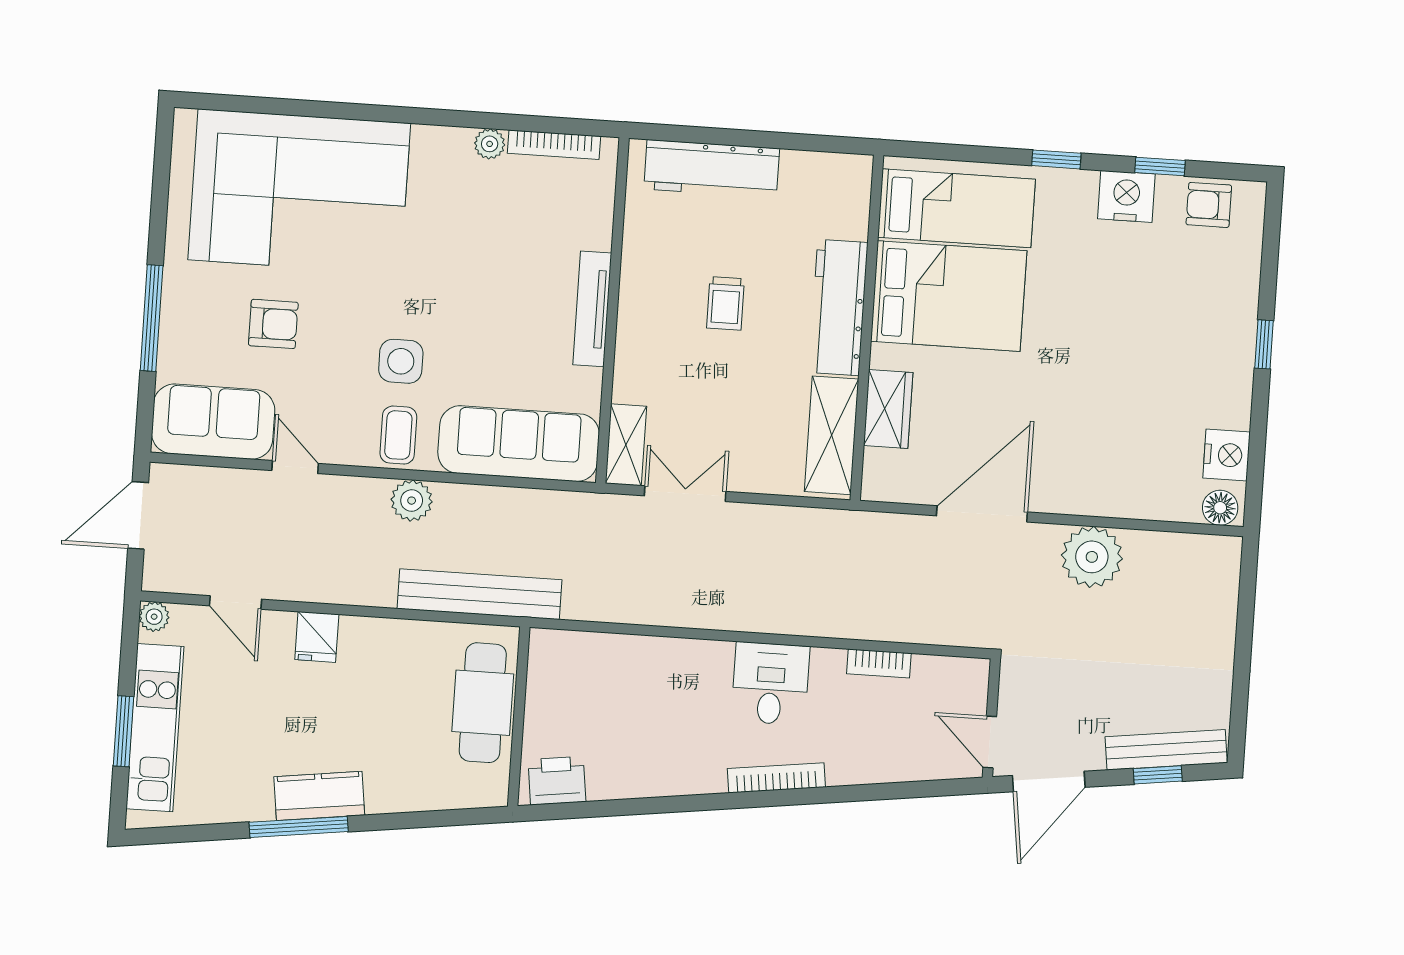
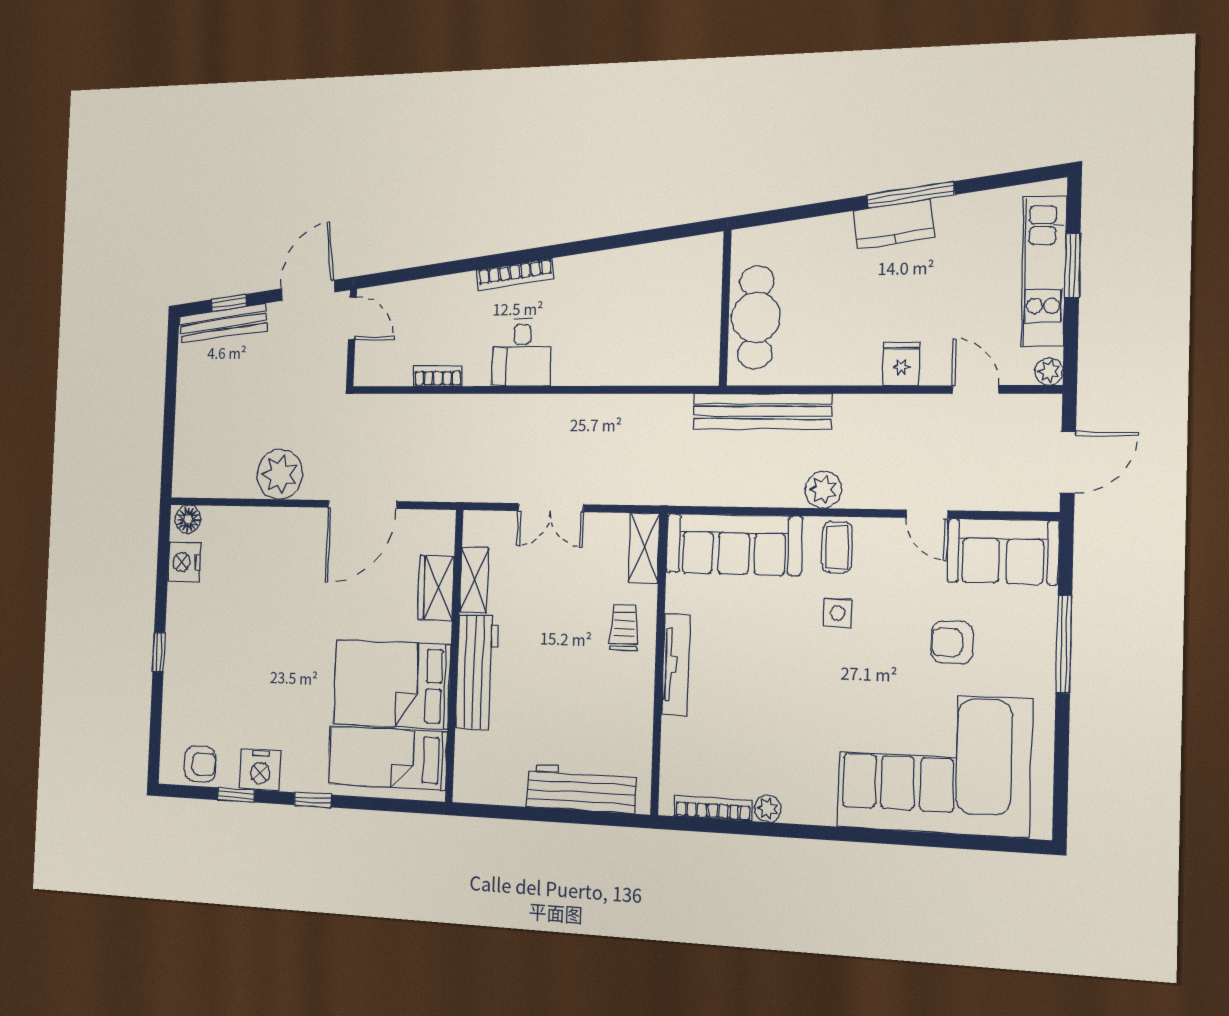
trolley: (725, 303) -> (624, 627), moved
side table: (401, 361) -> (837, 613), width x0.73, depth x0.73
shelving: (832, 435) -> (474, 580), width x0.67, depth x0.75
double door: (685, 494) -> (551, 508), moved
printer: (557, 781) -> (692, 256), removed

